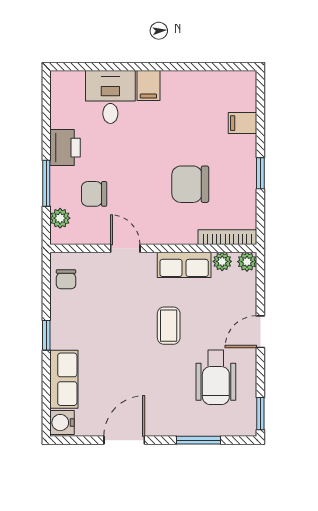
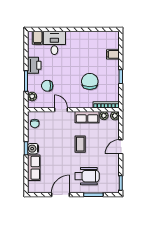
filing cabinet: (148, 85) -> (38, 38), moved
chair: (190, 184) -> (90, 81), turned 90
wheelchair: (216, 377) -> (87, 176), moved, turned -90
water cooler: (62, 423) -> (33, 149), moved

